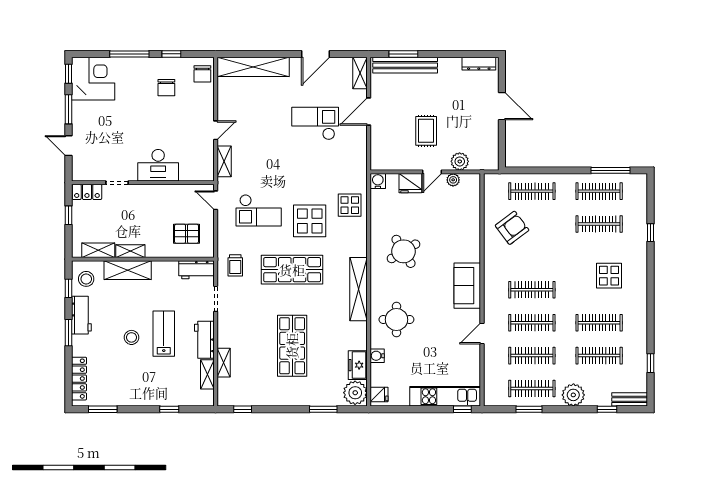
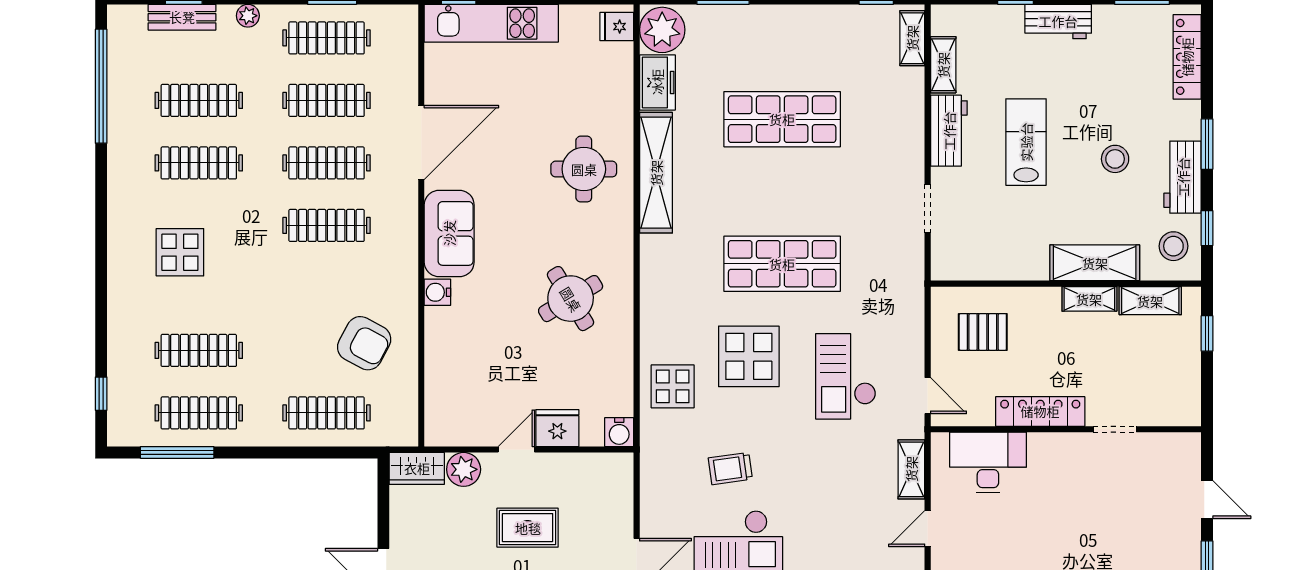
rug: (426, 131) -> (528, 528), turned 90
wardrobe: (484, 162) -> (417, 468), added
desk: (158, 165) -> (988, 462), moved
plant: (453, 180) -> (476, 434), removed
locker: (87, 192) -> (1040, 411), moved, width x1.53
checkout: (259, 210) -> (846, 376), turned -90
window: (69, 215) -> (1207, 333), moved
armchair: (512, 228) -> (364, 343), turned -115
window: (650, 233) -> (101, 394), moved
trolley: (235, 265) -> (730, 469), moved, turned -98
workbench: (196, 270) -> (1058, 21), moved, turned 180
shelving: (359, 289) -> (656, 173), moved
door: (482, 333) -> (421, 143), width x1.87
lab bench: (164, 334) -> (1026, 142), turned 180
stool: (131, 337) -> (1115, 159), moved
shop shelf: (292, 346) -> (782, 119), turned 90
water cooler: (377, 356) -> (437, 292), moved, turned 180
shelving: (224, 363) -> (912, 38), moved
window: (650, 363) -> (101, 86), width x3.17
plant: (573, 395) -> (248, 16), width x0.53, depth x0.53
bench: (630, 399) -> (182, 17), moved

